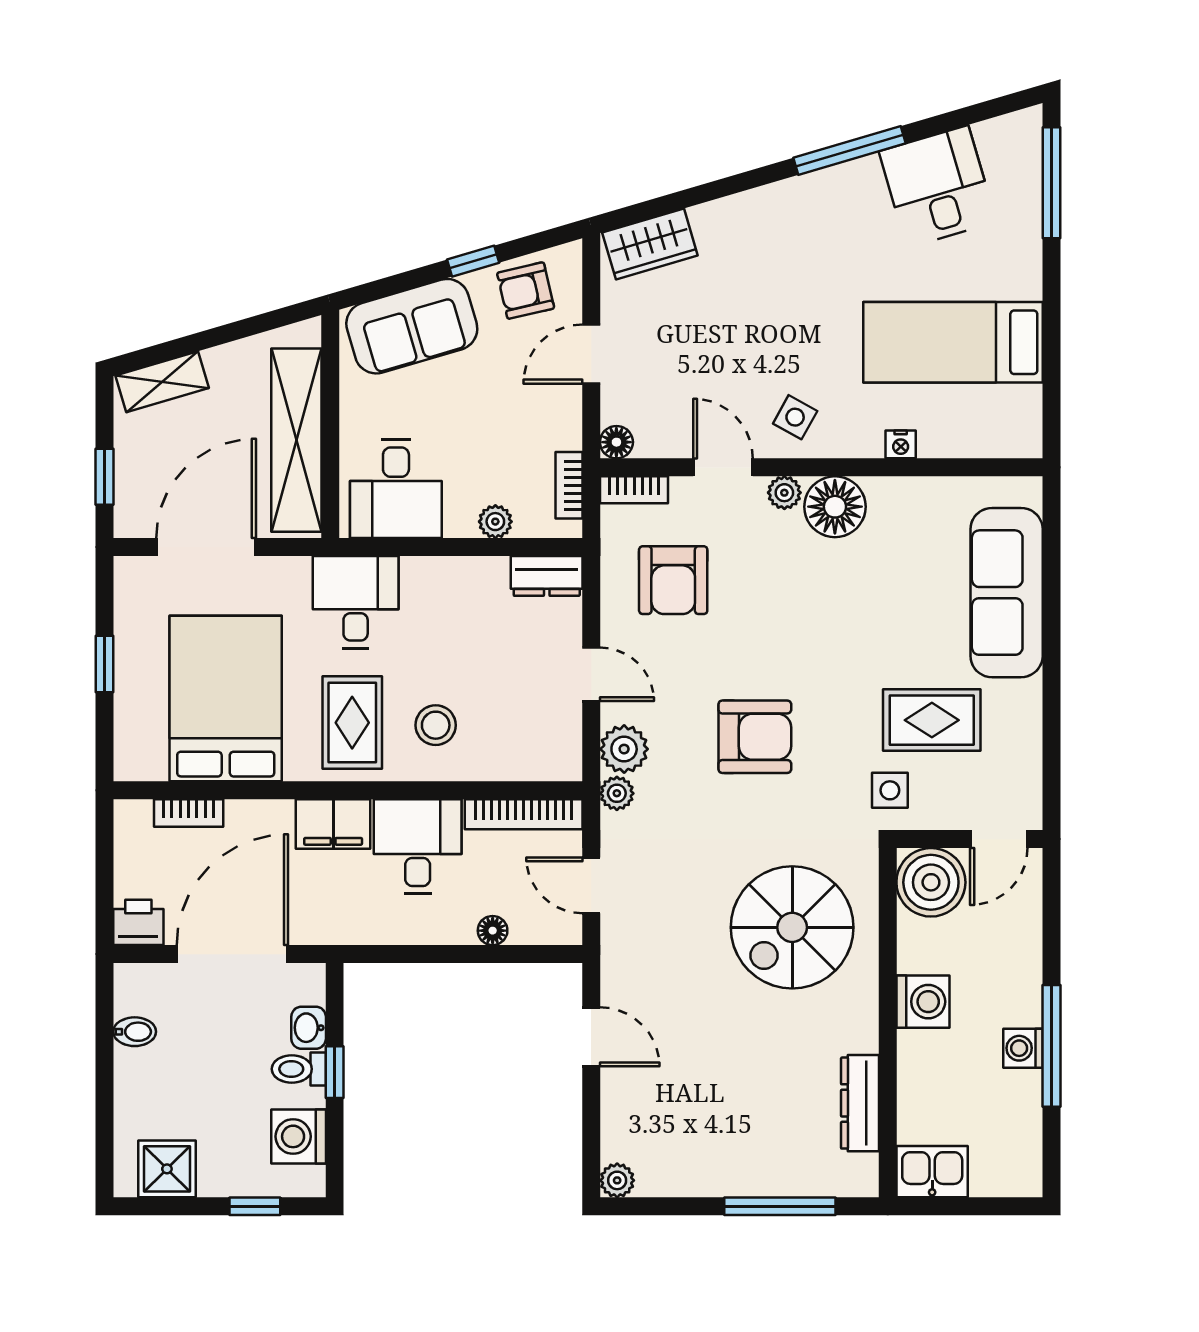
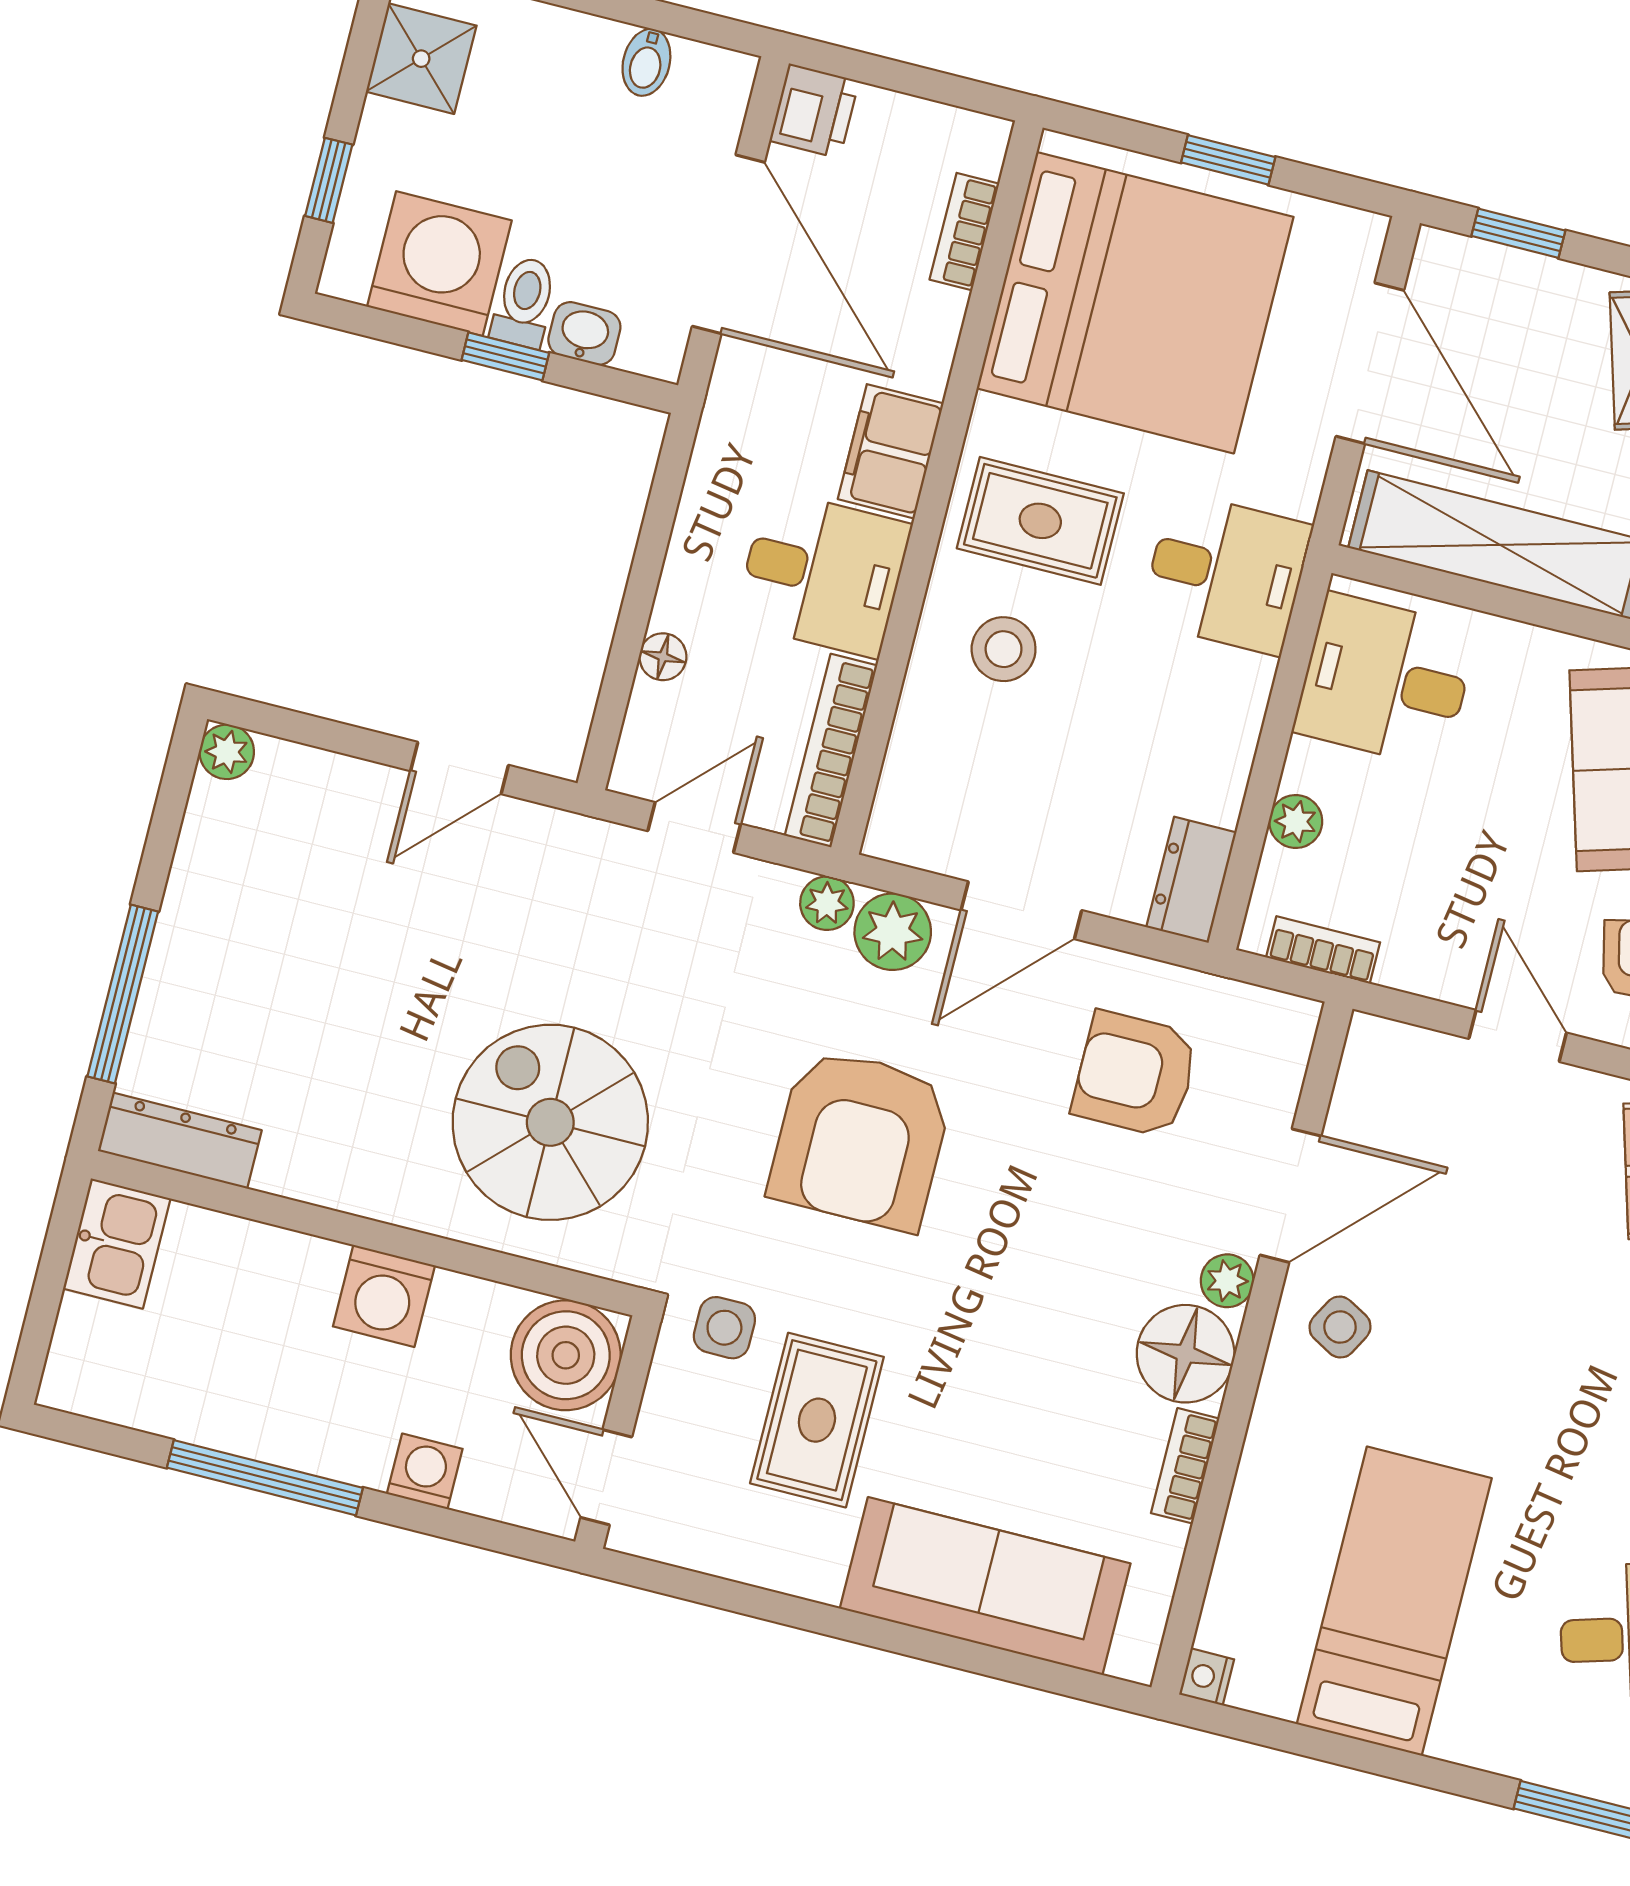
floor lamp: (616, 442) -> (1371, 1040), removed
nightstand: (901, 444) -> (1207, 1677), moved
door: (723, 467) -> (1291, 1196), width x1.38
bookcase: (634, 490) -> (1185, 1466), moved
door: (591, 674) -> (1021, 910), width x1.37
bed: (226, 699) -> (1135, 303), width x1.36
armchair: (755, 737) -> (860, 1139), width x1.36, depth x1.36
washing machine: (1023, 1048) -> (425, 1471), moved
dresser: (860, 1103) -> (180, 1141), moved
washing machine: (299, 1136) -> (439, 264), width x1.37, depth x1.37

